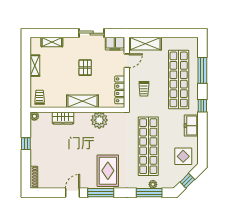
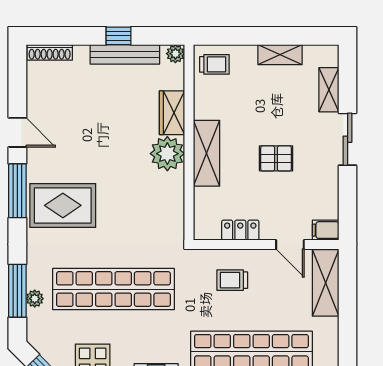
sliding door: (92, 33) -> (348, 139), moved
filing cabinet: (115, 44) -> (326, 230), width x0.50
locker: (120, 90) -> (240, 230), width x0.66
plant: (99, 120) -> (167, 154), moved
bench: (35, 141) -> (125, 54), added

